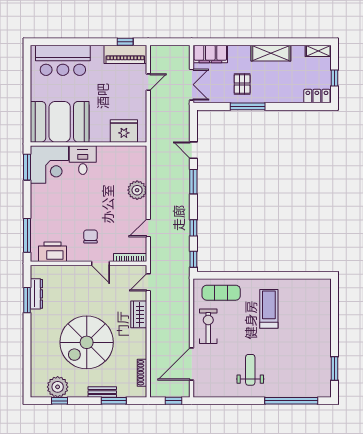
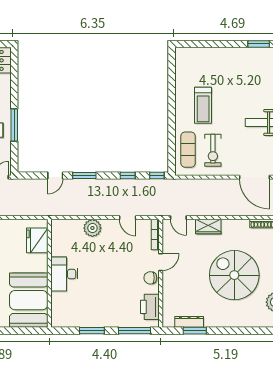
desk: (83, 160) -> (64, 274), width x1.37
corner desk: (49, 165) -> (69, 310), removed
window: (27, 167) -> (92, 331), moved
chair: (91, 236) -> (150, 278), moved
treadmill: (269, 309) -> (203, 105), turned -90
exercise bike: (208, 326) -> (213, 150), moved, turned -90
spiral stairs: (87, 342) -> (234, 275), turned 180

